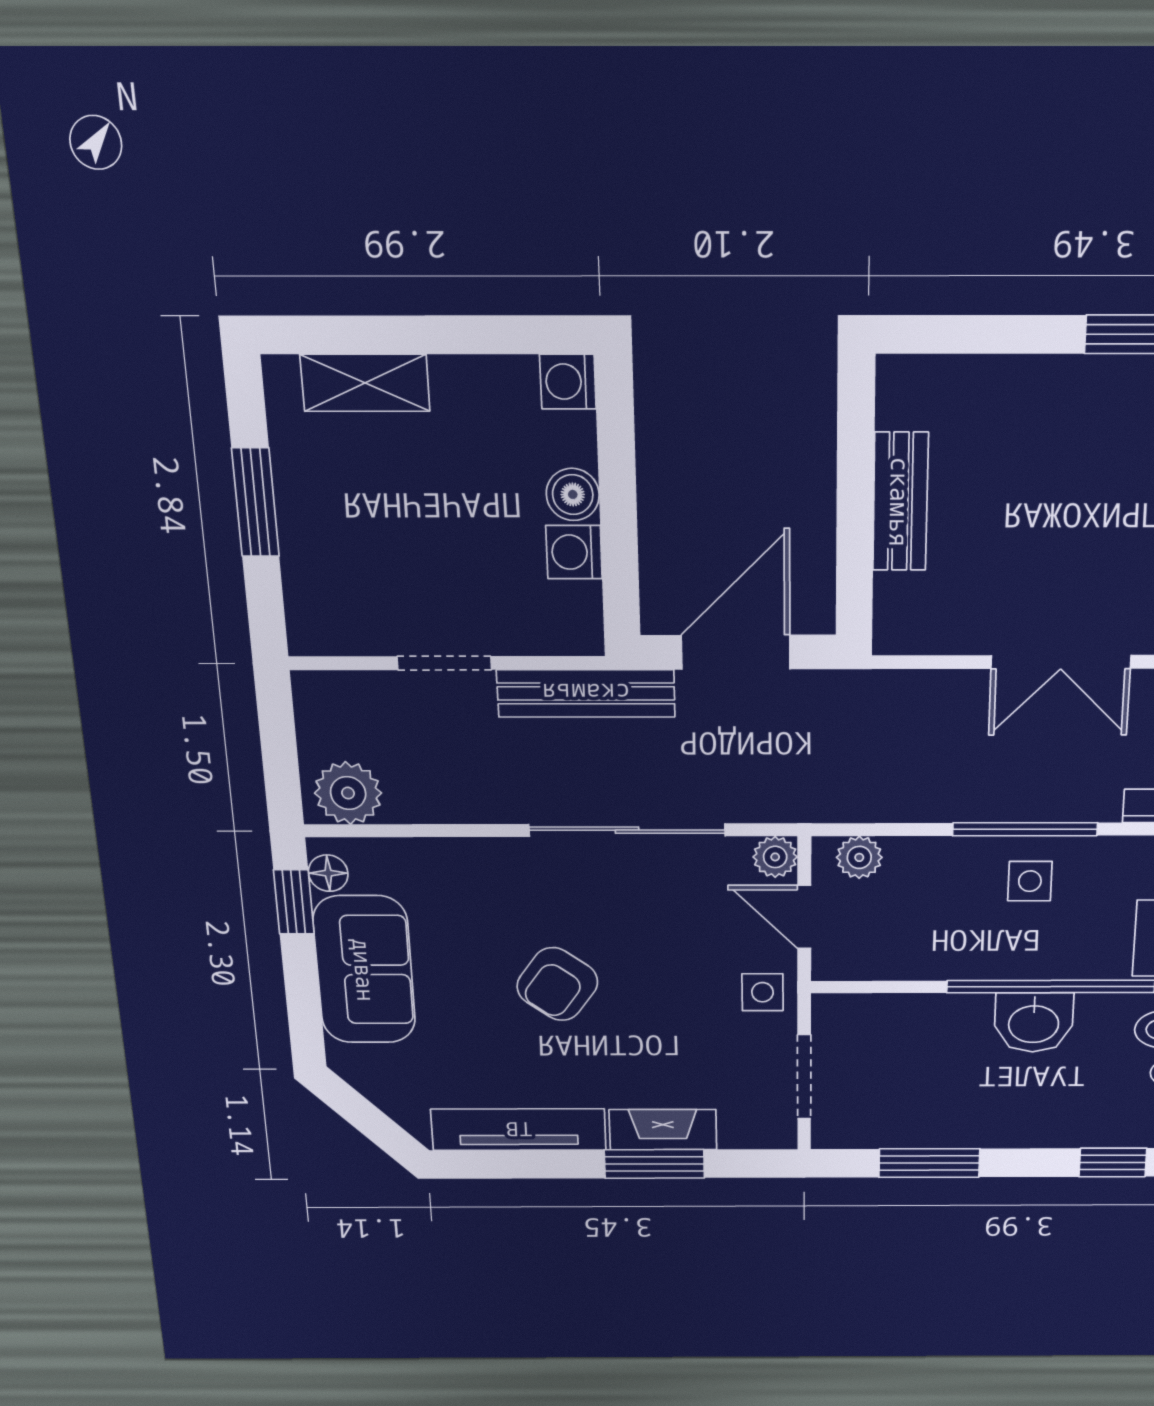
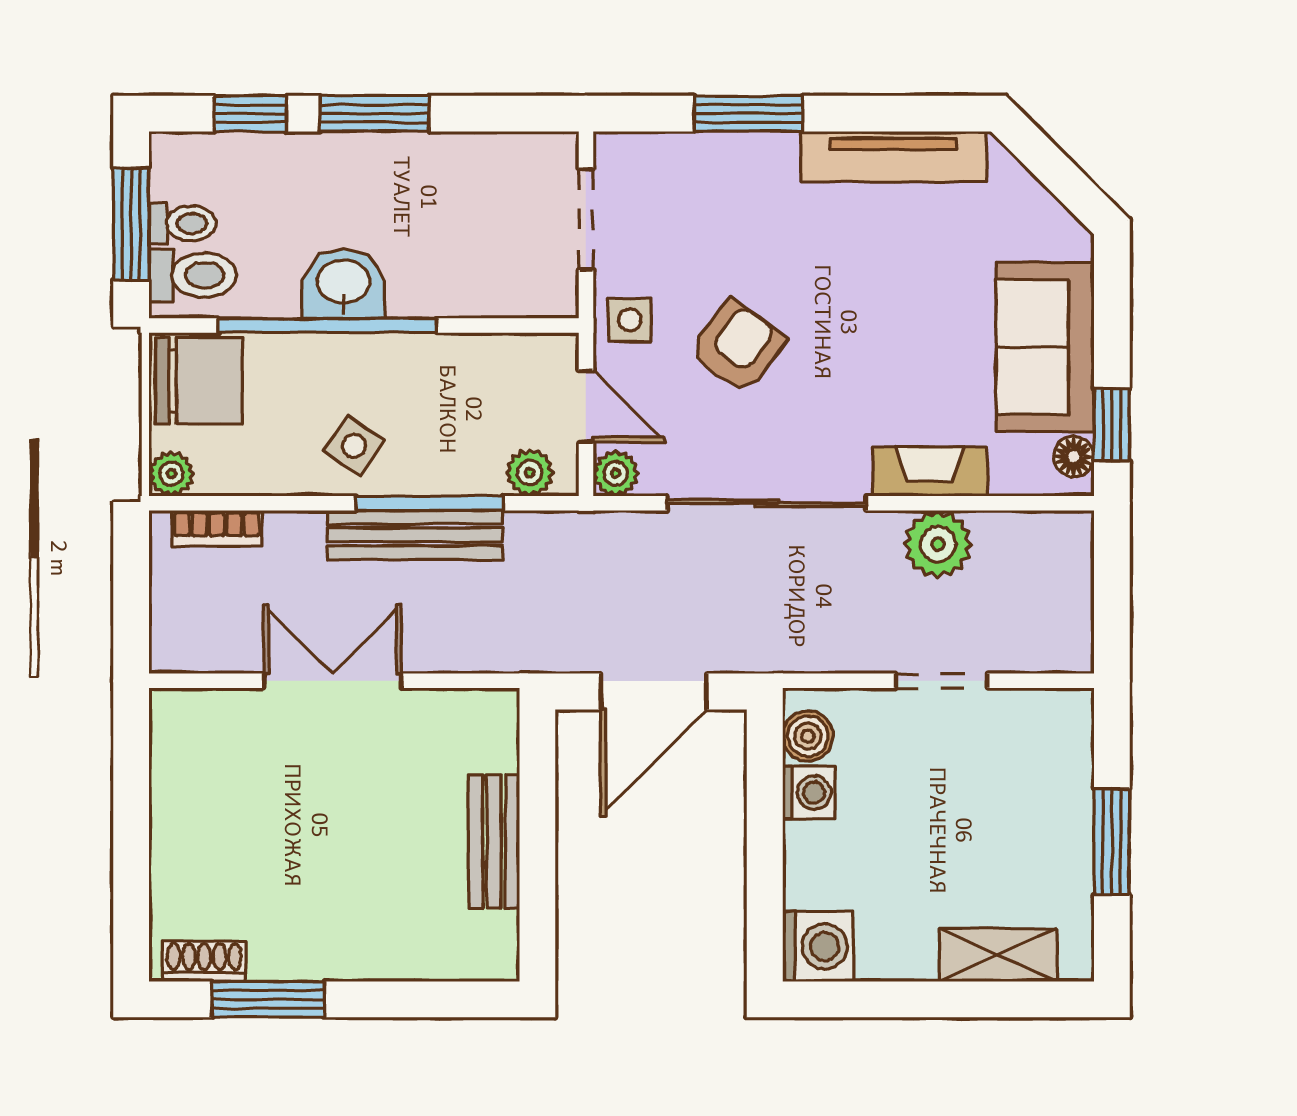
washing machine: (568, 382) -> (818, 946), width x1.38, depth x1.38
boiler: (573, 494) -> (808, 736), moved
bench: (586, 693) -> (415, 535), moved
plant: (348, 793) -> (938, 544), moved
window: (1025, 829) -> (430, 503), moved
side table: (1030, 881) -> (354, 446), turned 34
armchair: (557, 984) -> (738, 346), moved
fireplace: (663, 1130) -> (930, 472), moved, turned 180
window: (929, 1163) -> (375, 114), moved

